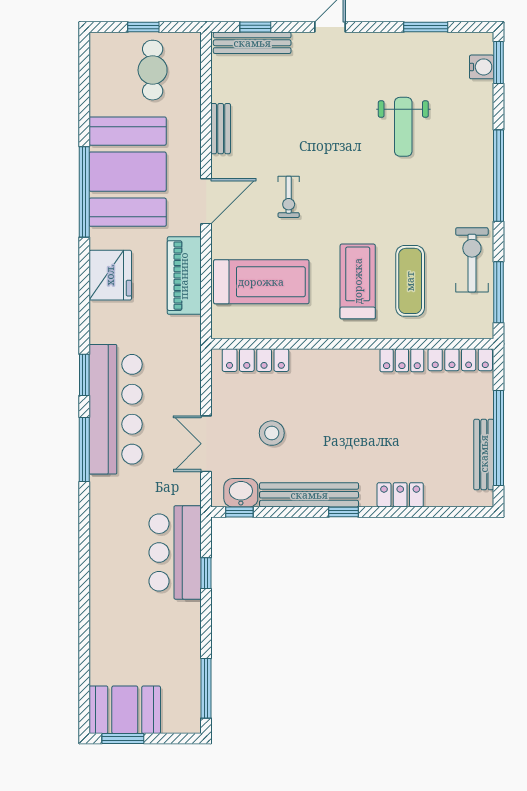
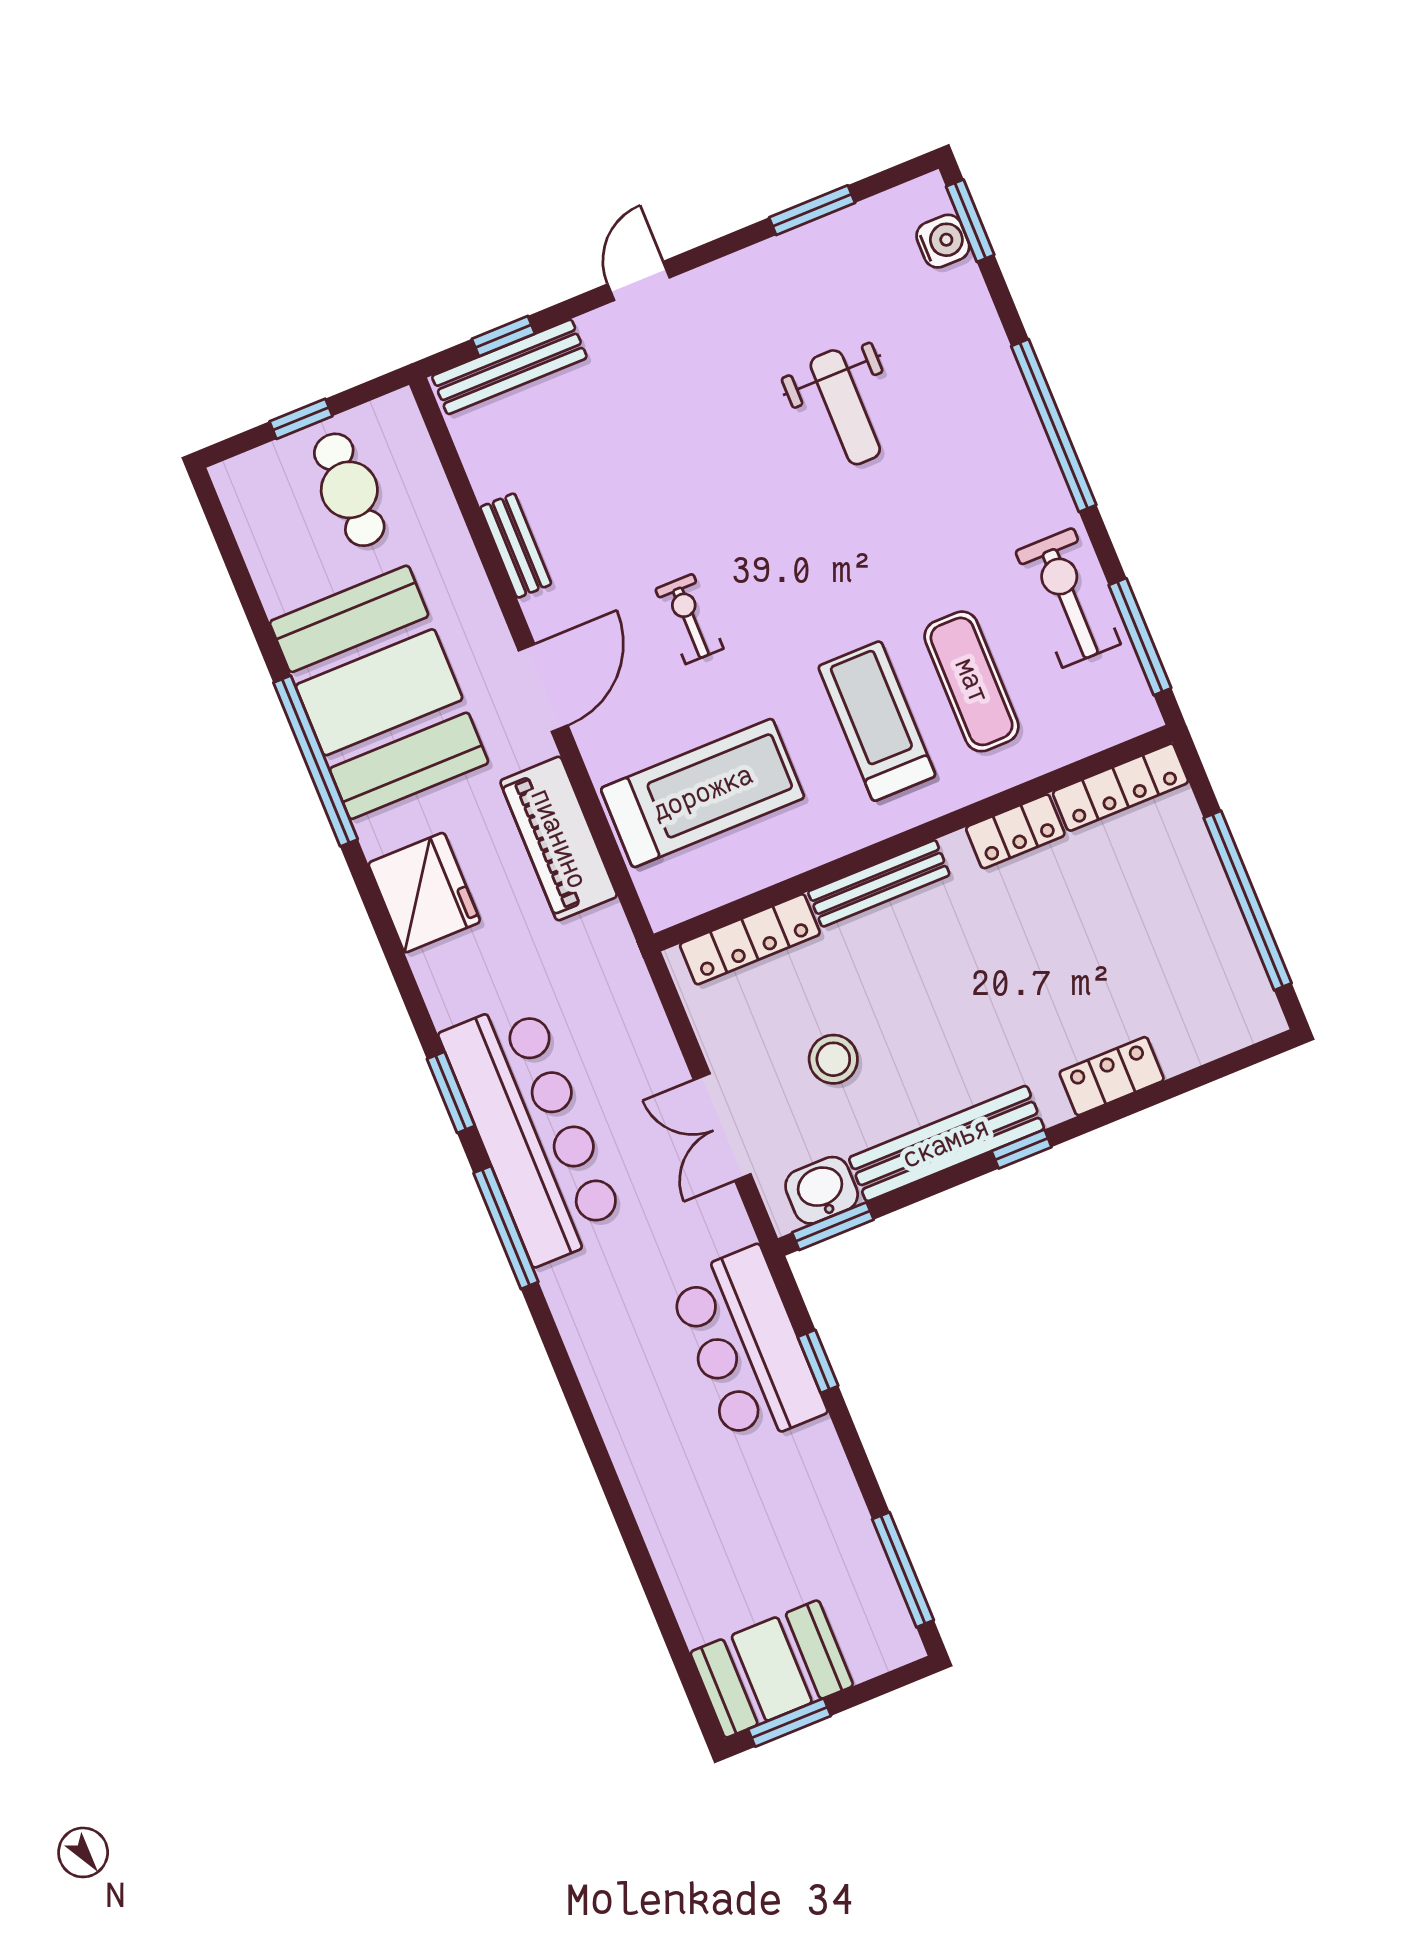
exercise bike: (289, 197) -> (689, 619), turned 180
bench: (484, 454) -> (879, 883), moved, turned 90
window: (239, 512) -> (833, 1226), width x1.50

